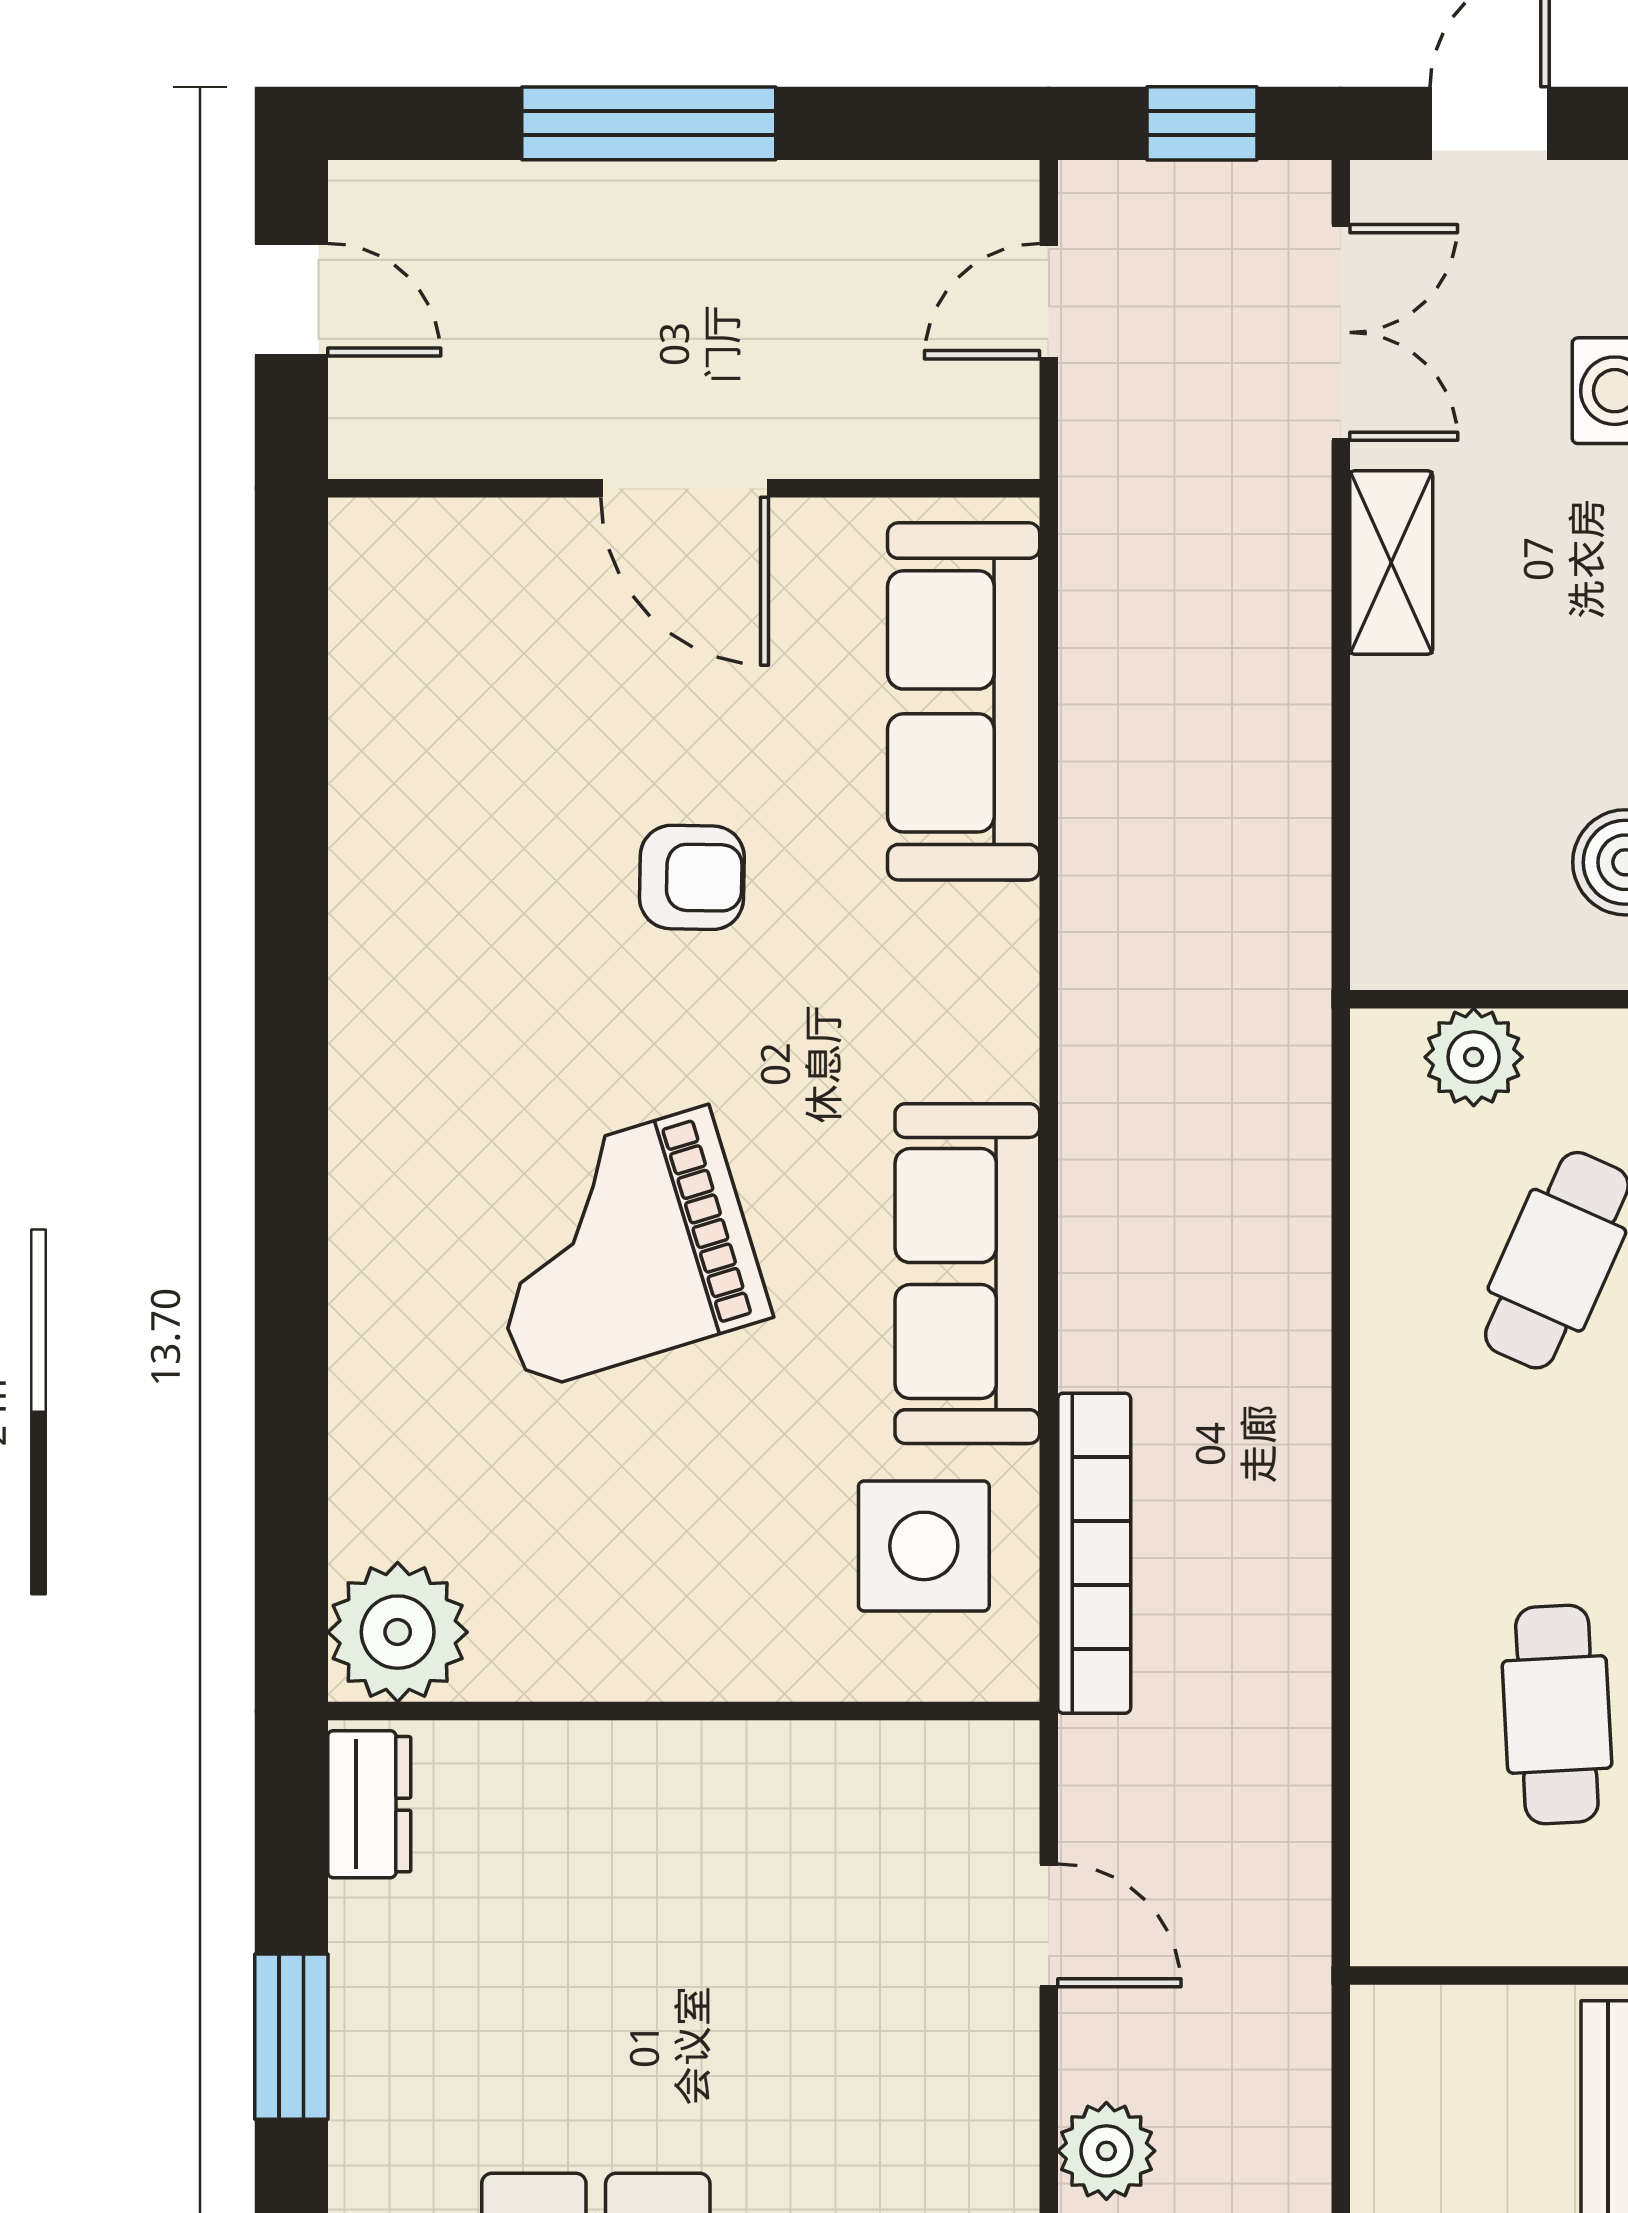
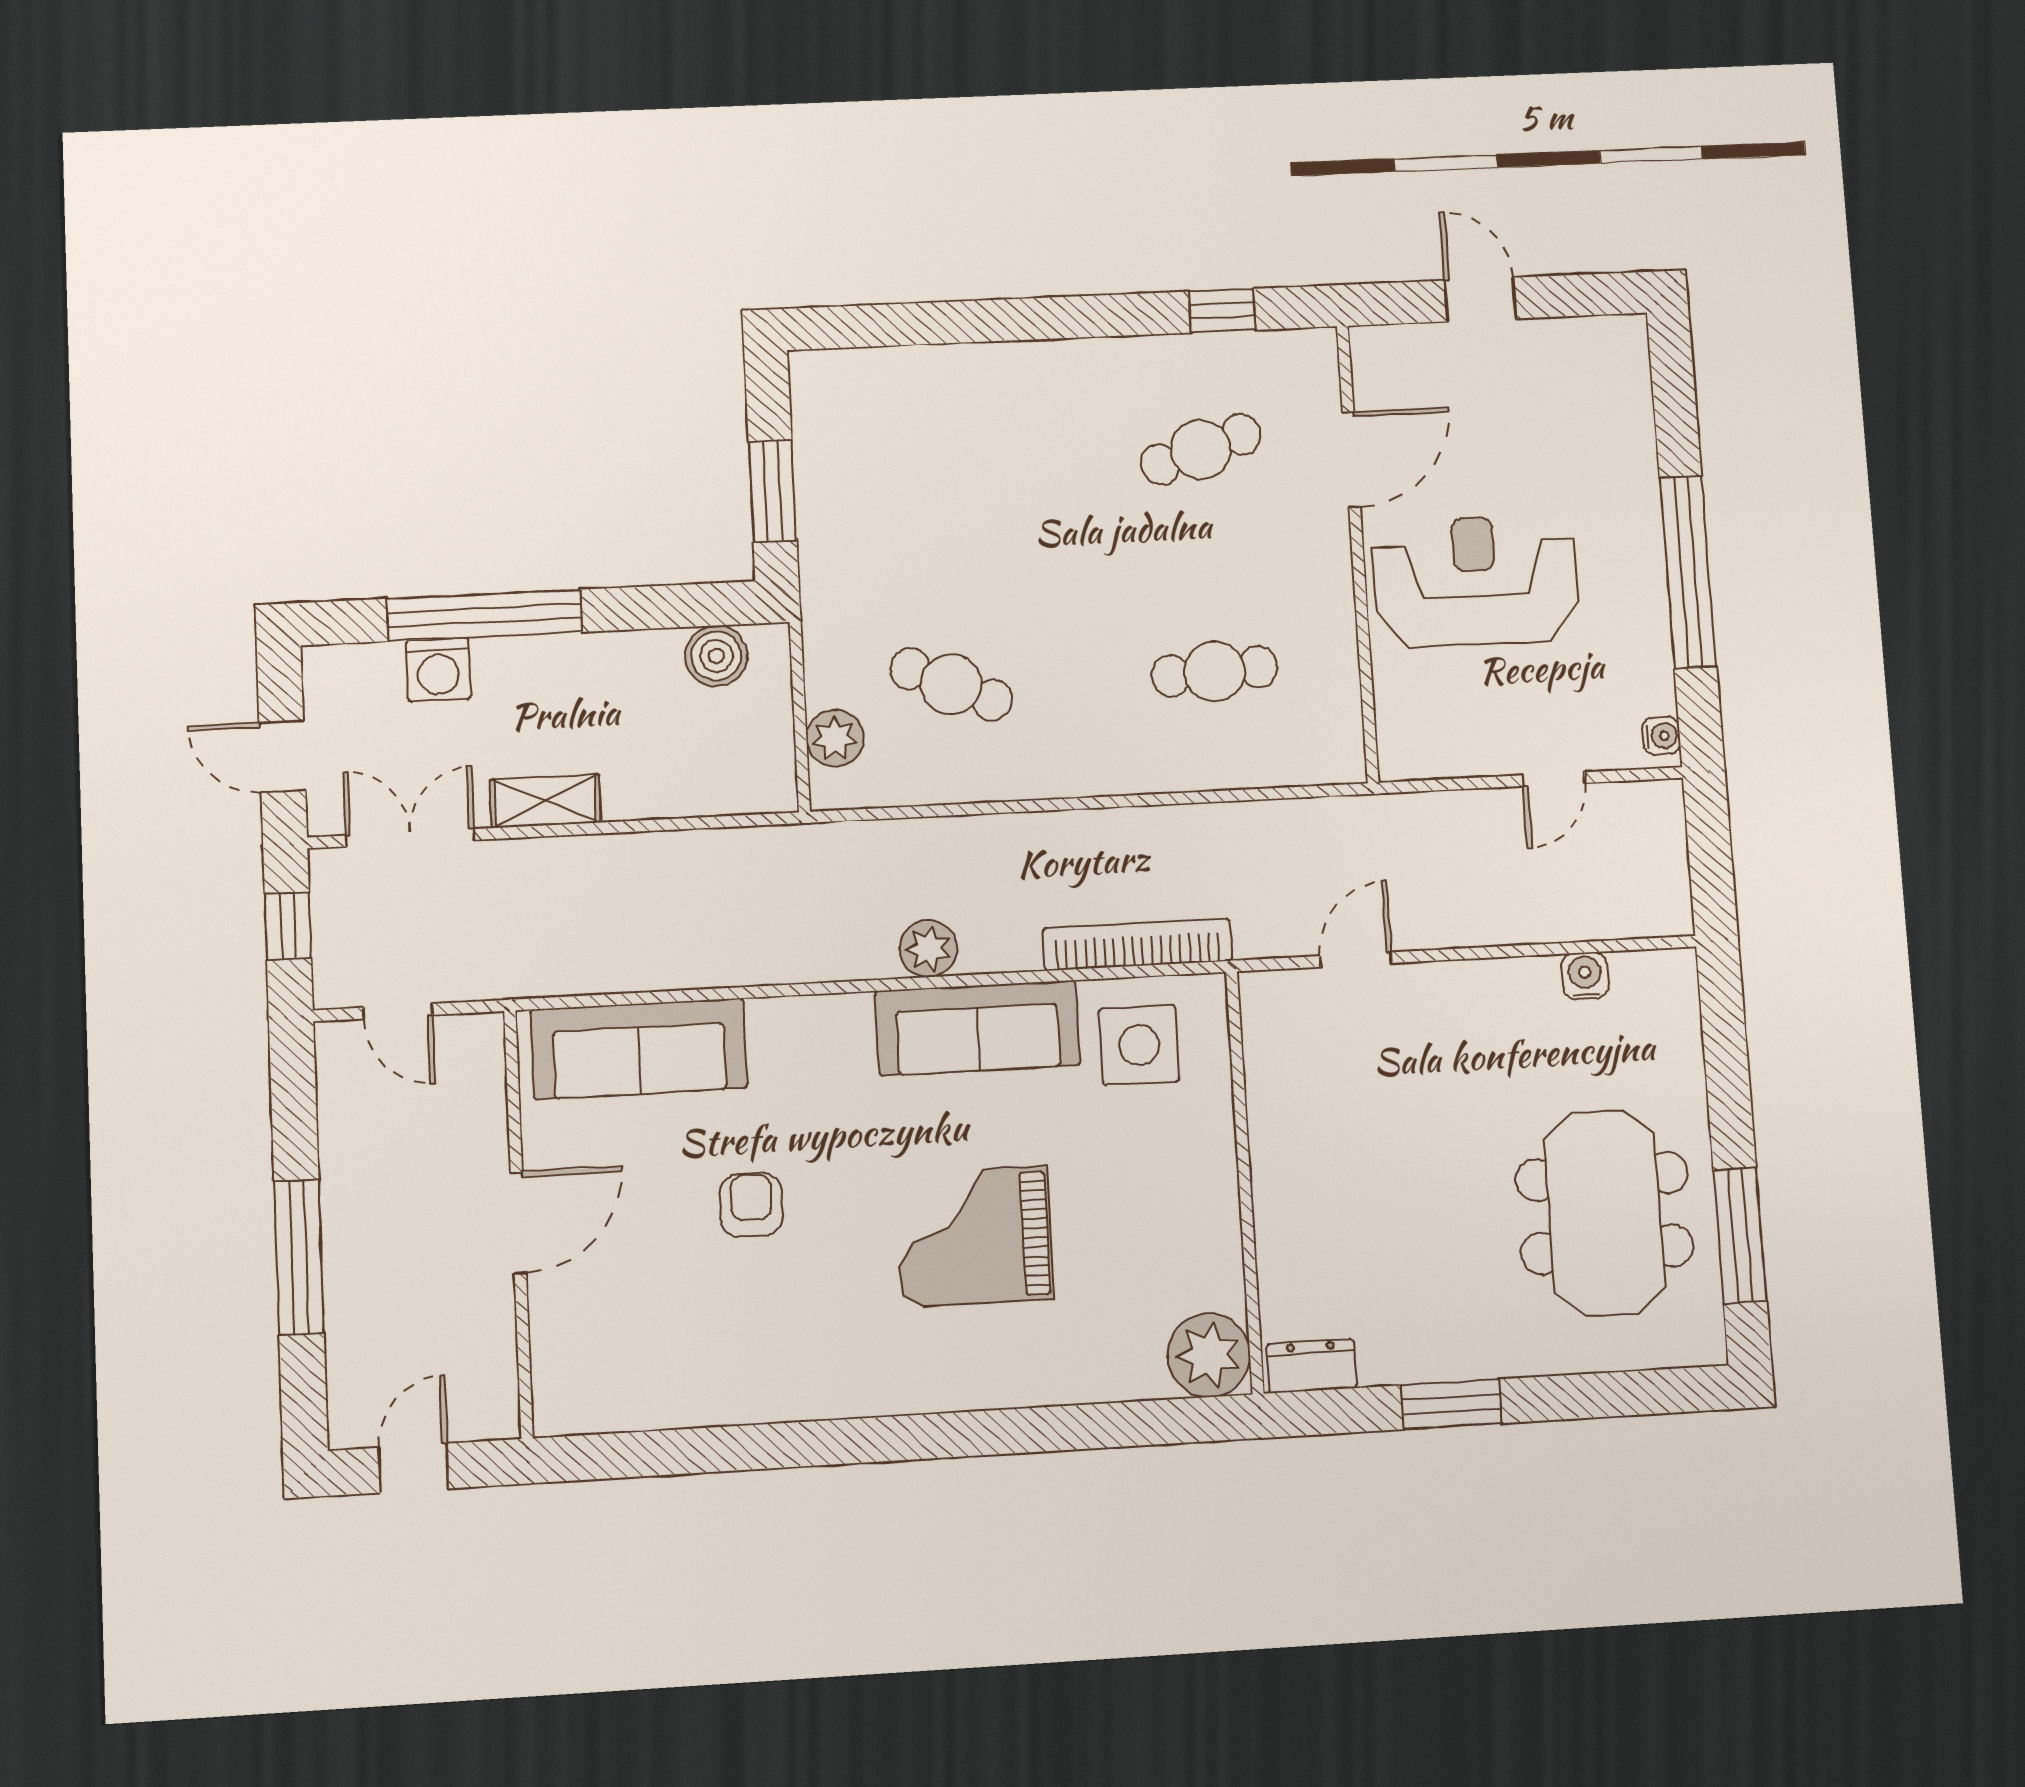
grand piano: (618, 1248) -> (974, 1236), turned 107
plant: (1106, 2151) -> (928, 949), moved

